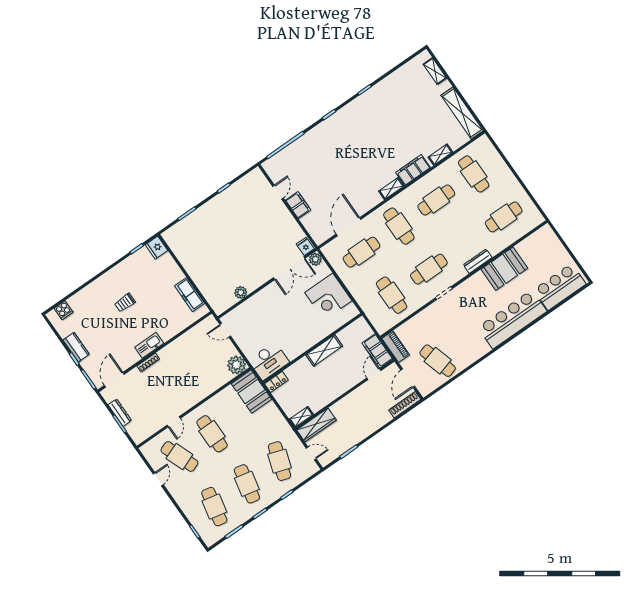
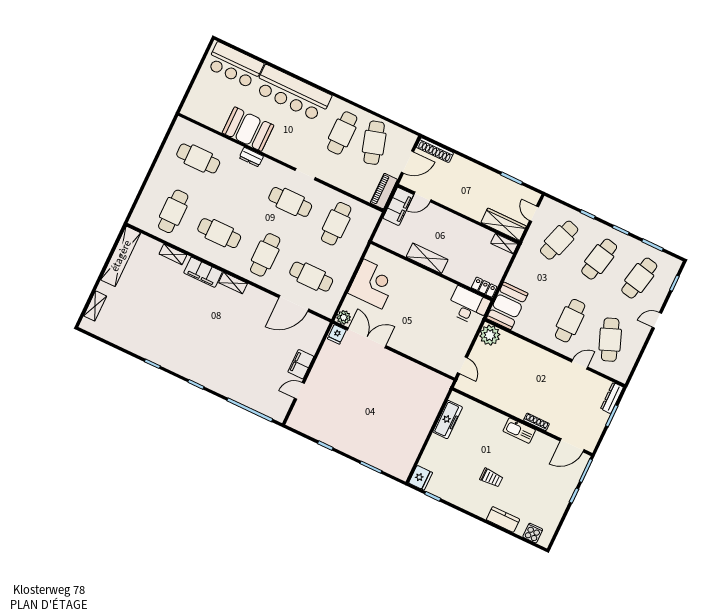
dresser: (478, 261) -> (251, 157), width x0.70
plant: (241, 292) -> (417, 371), removed
cafe table: (459, 340) -> (342, 133), added
kitchen counter: (76, 347) -> (503, 519), moved, turned 90
dresser: (120, 413) -> (612, 398), moved
door: (158, 479) -> (657, 320), moved

